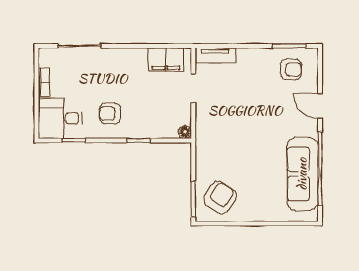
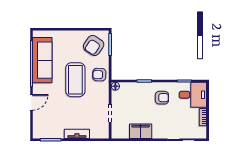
tv unit: (215, 55) -> (77, 134), moved
filing cabinet: (166, 60) -> (141, 131), moved
armchair: (291, 69) -> (99, 75), moved
door: (320, 106) -> (31, 102), hinge flipped
coffee table: (249, 142) -> (75, 80), added

